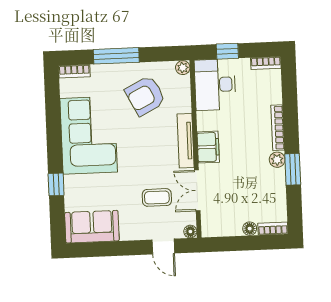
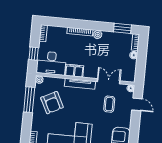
window: (116, 56) -> (29, 100), moved
filing cabinet: (208, 147) -> (74, 71), moved
window: (293, 169) -> (122, 28), moved
double door: (197, 190) -> (109, 81), swing flipped
door: (163, 247) -> (137, 104), hinge flipped

